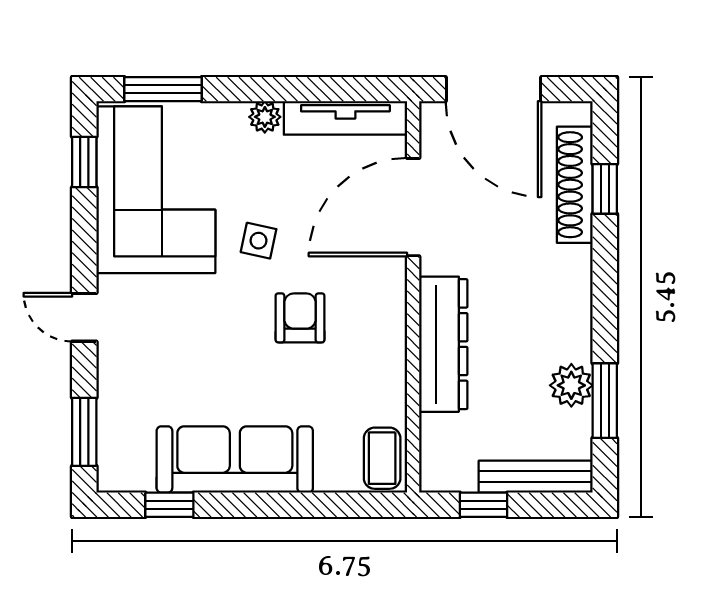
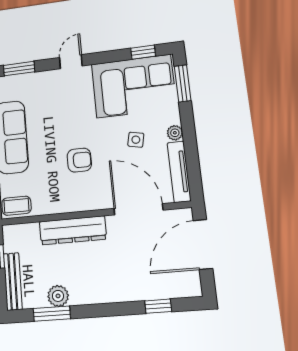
shoe rack: (575, 185) -> (159, 290), removed
side table: (259, 241) -> (136, 140), moved

